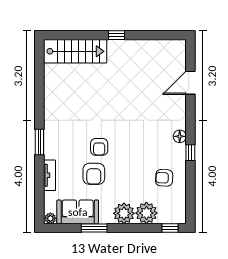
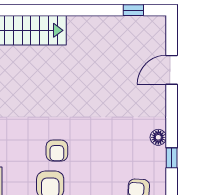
window: (116, 35) -> (133, 10), moved

